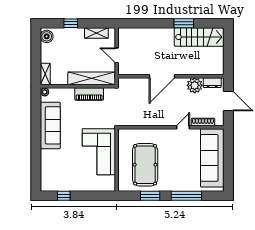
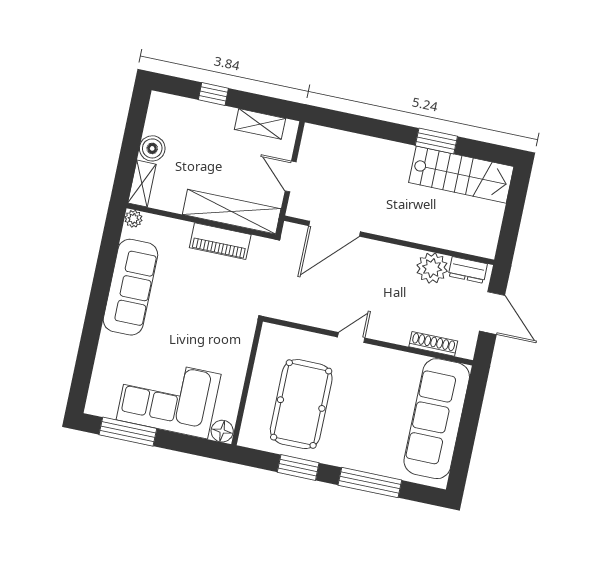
boiler: (47, 36) -> (152, 148), moved
door: (162, 76) -> (334, 229), moved
door: (183, 127) -> (351, 337), moved
corner sofa: (99, 152) -> (169, 397), moved, turned 90
floor lamp: (109, 186) -> (222, 431), added
window: (64, 196) -> (128, 432), width x2.17

